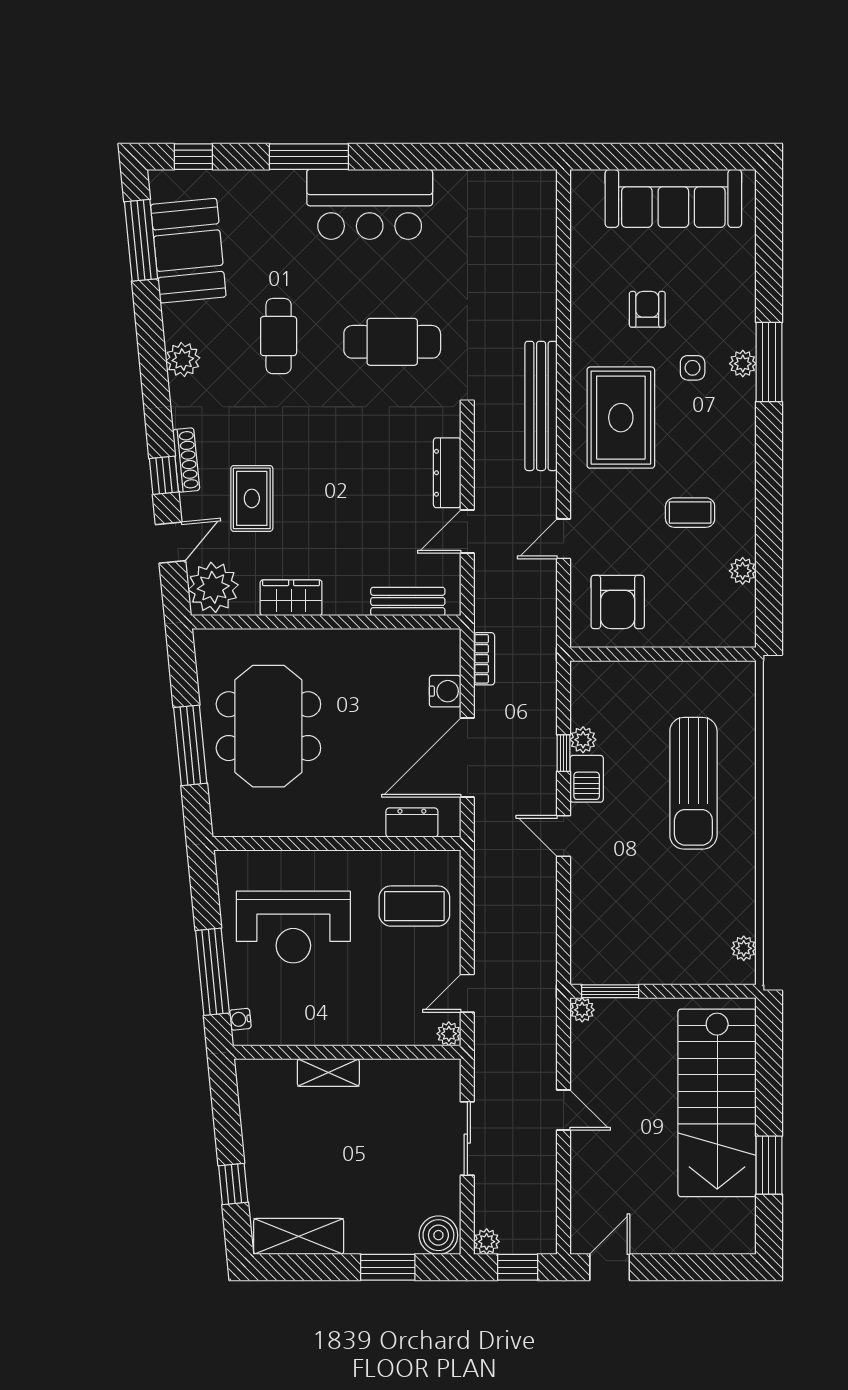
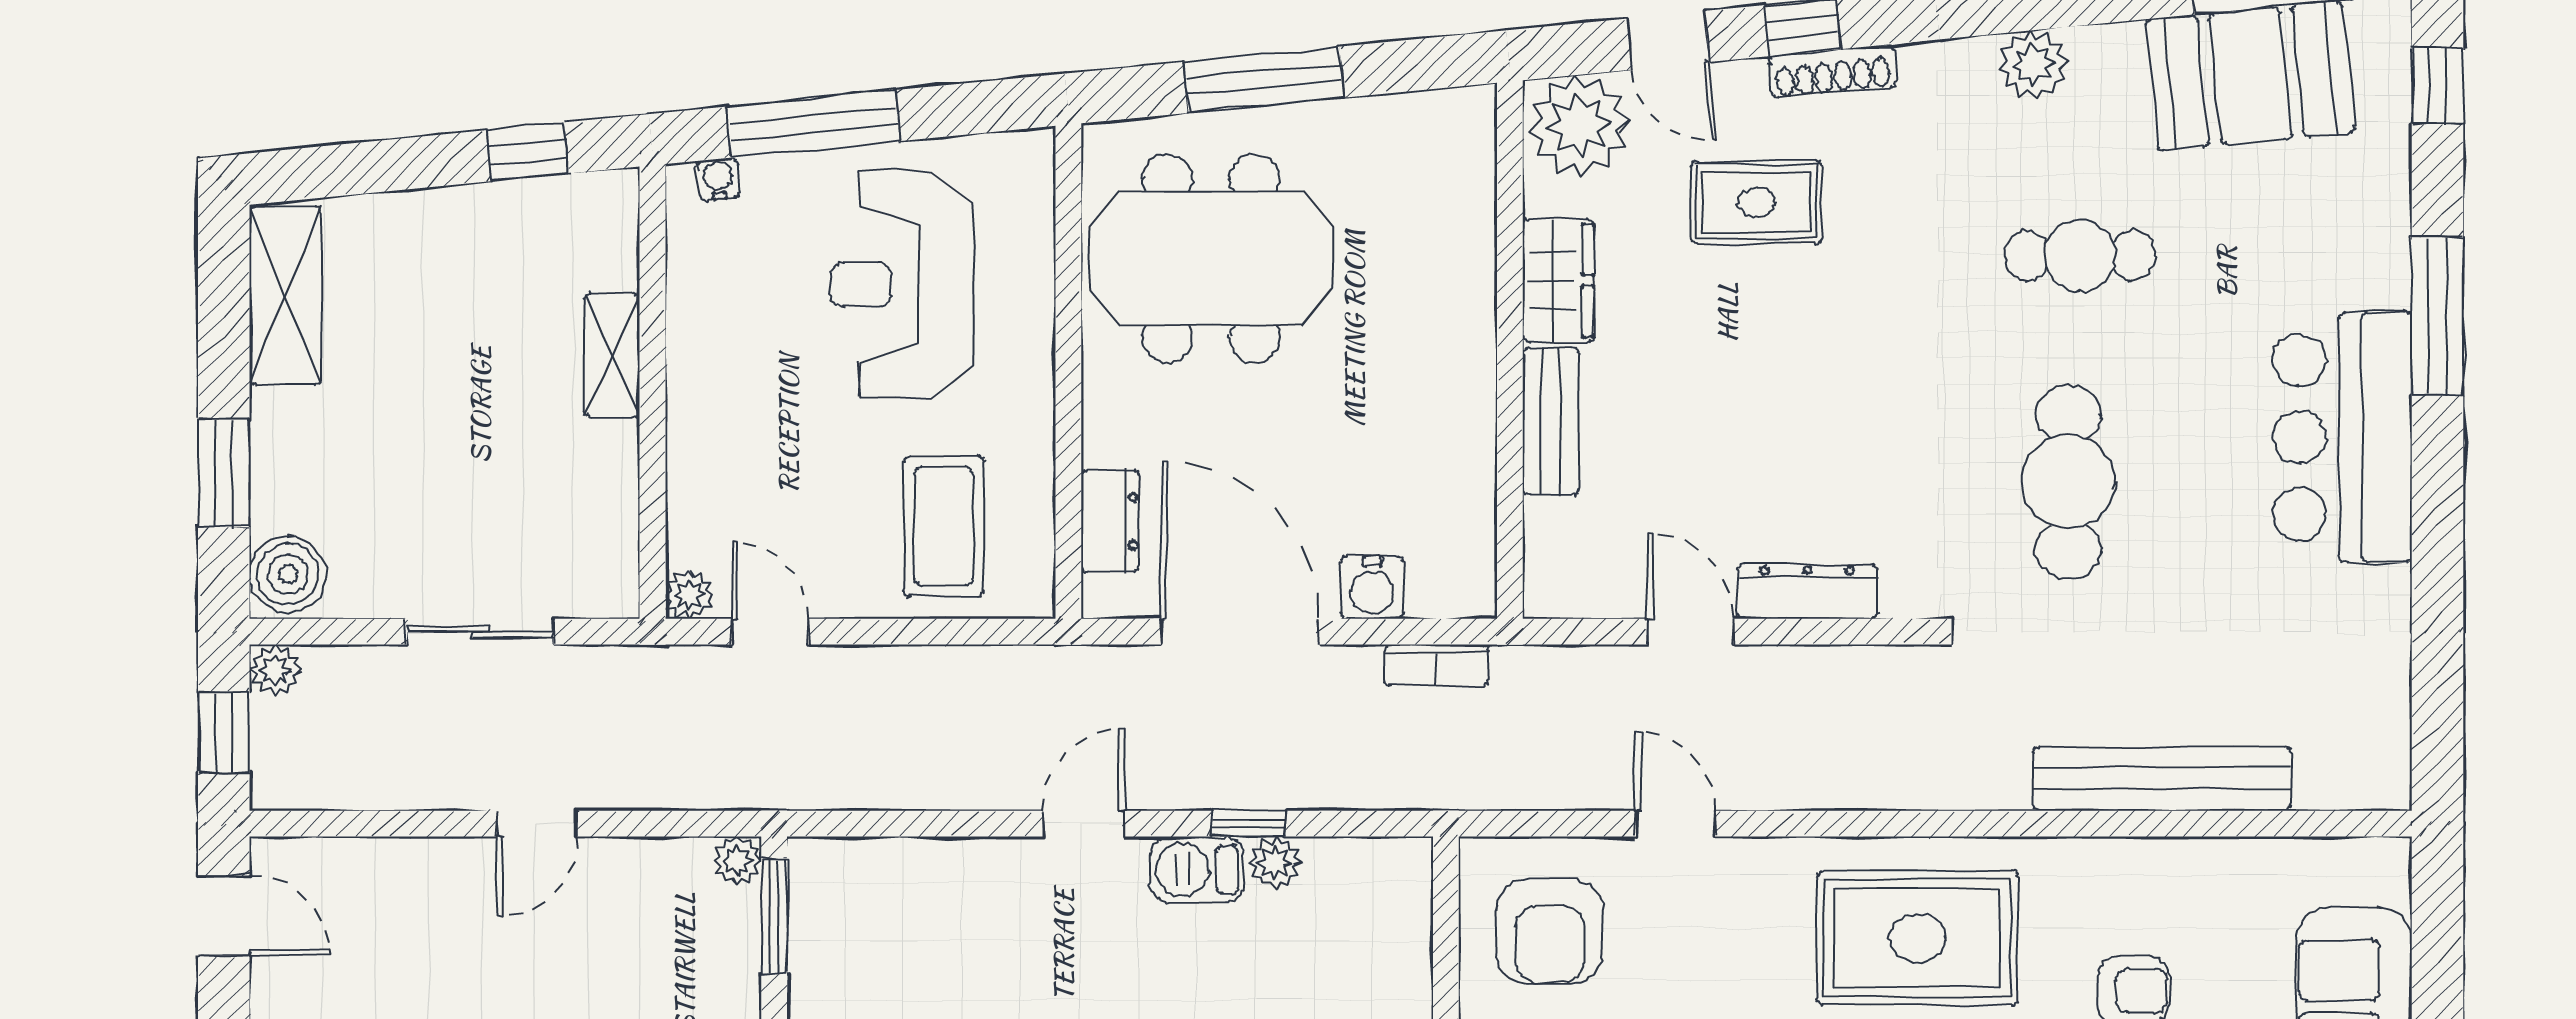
bench: (541, 406) -> (2162, 779), moved
bench: (408, 601) -> (1551, 421), moved
armchair: (618, 602) -> (1550, 931), turned -90
meeting table: (268, 726) -> (1211, 258), moved
window: (233, 1184) -> (528, 152), moved

